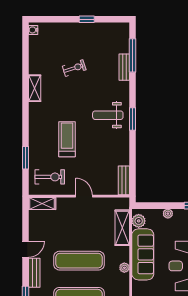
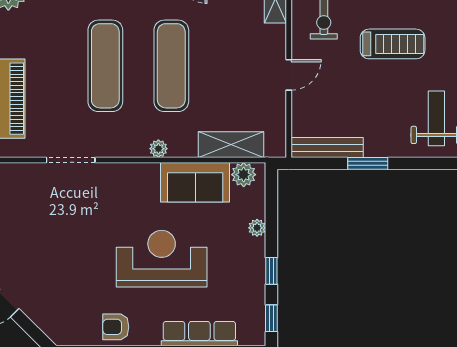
window: (133, 119) -> (368, 163), moved
bench: (124, 180) -> (327, 148), width x1.36
sofa: (143, 254) -> (195, 182), width x0.73

